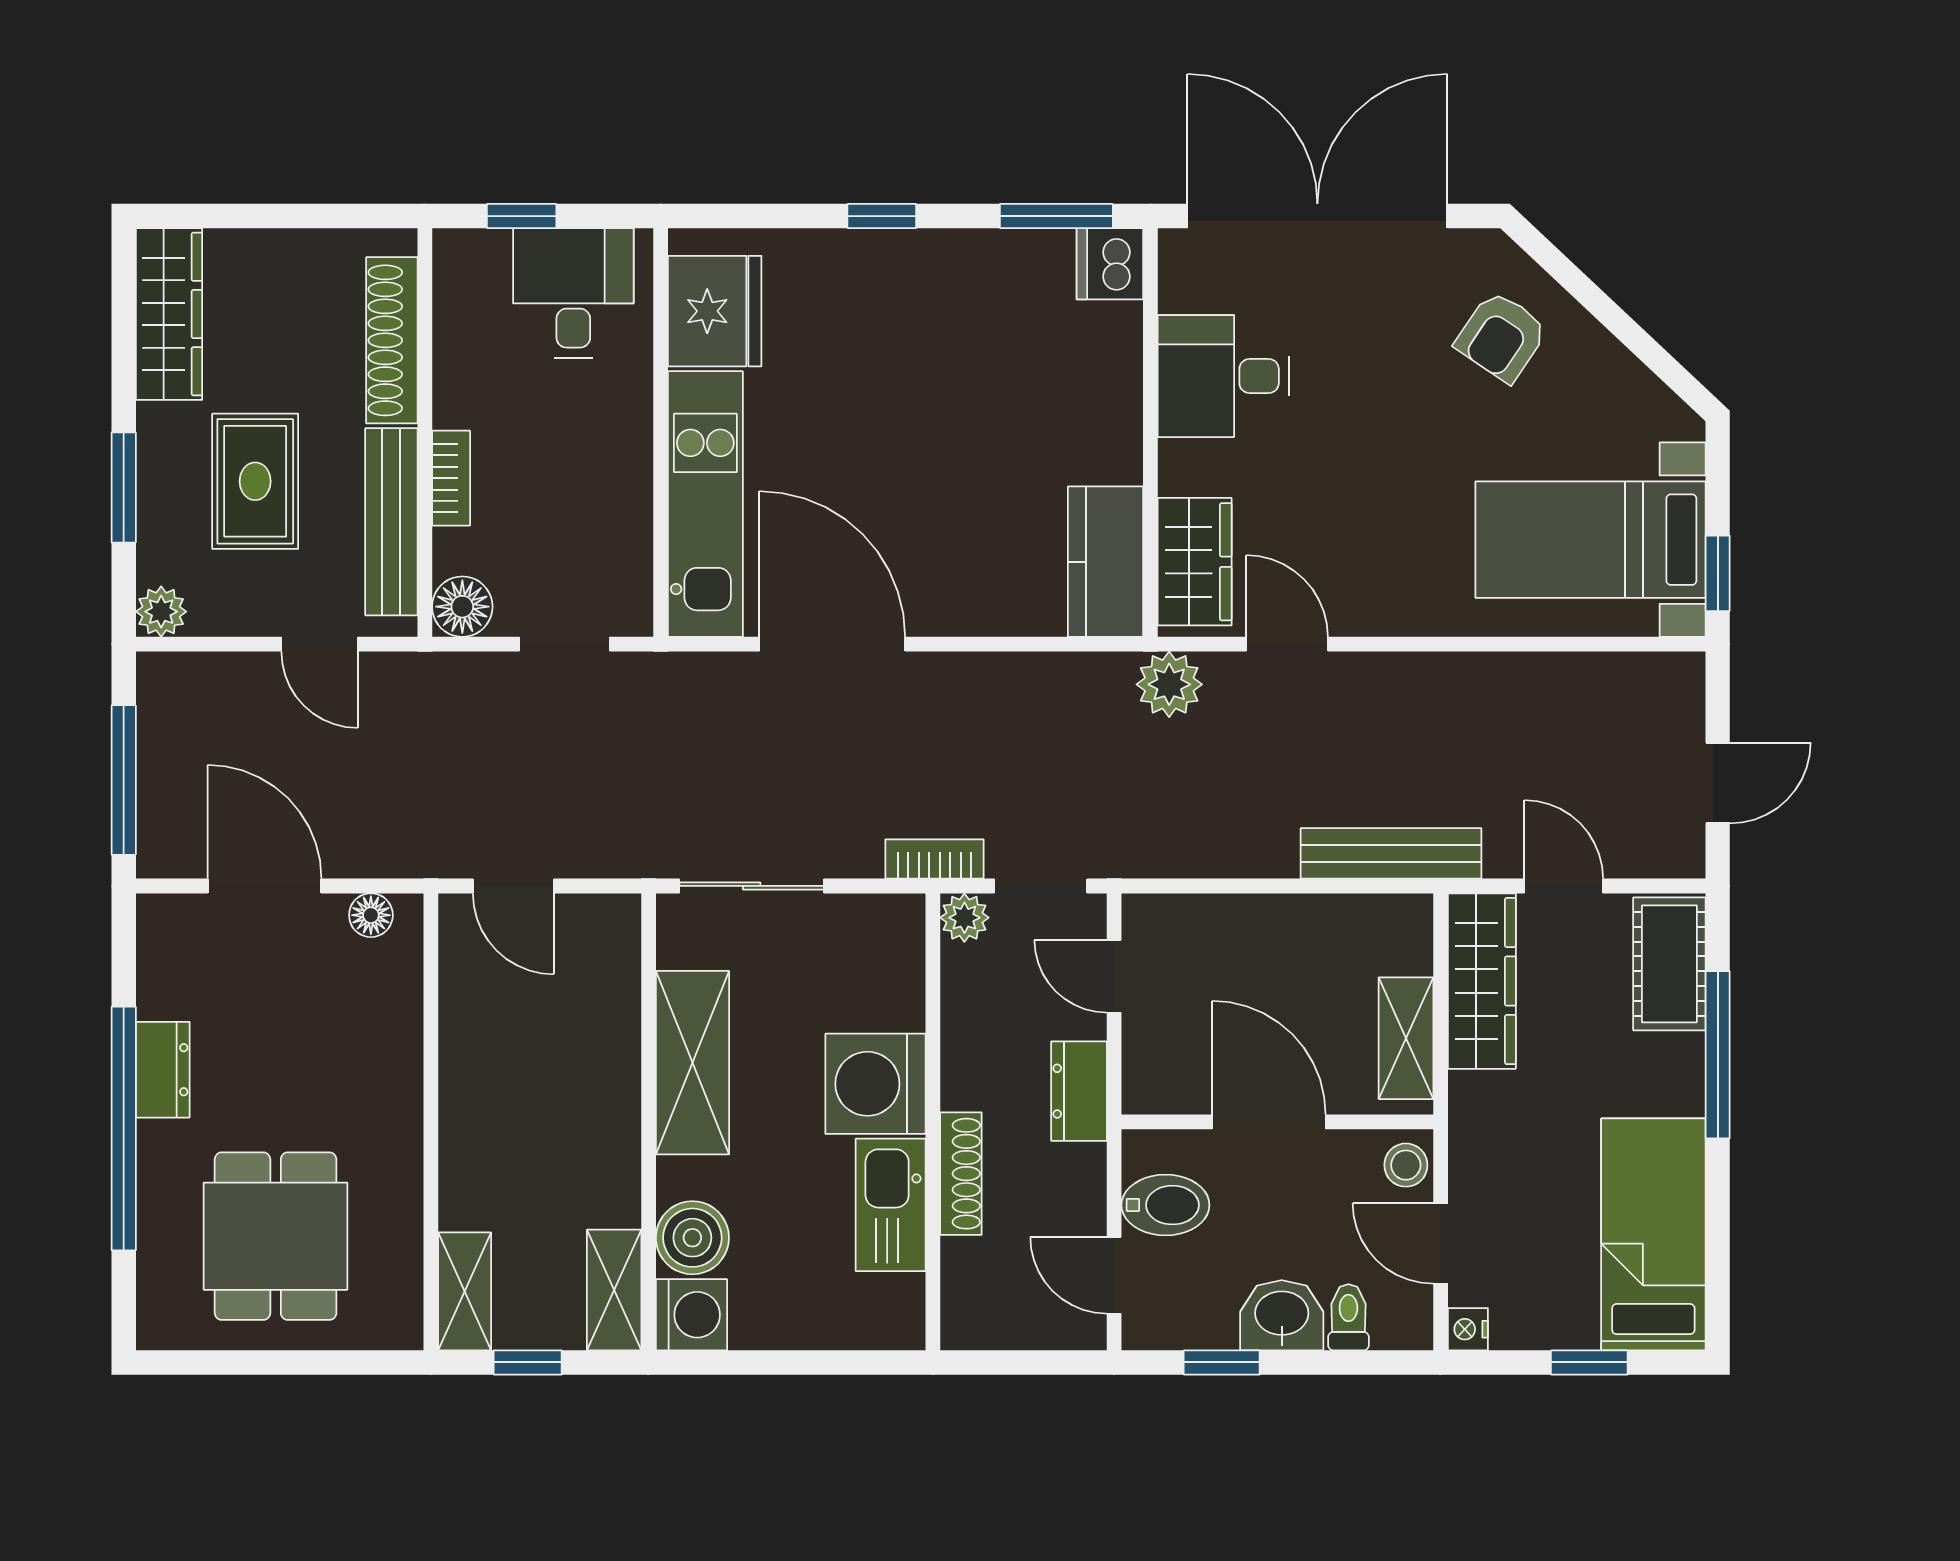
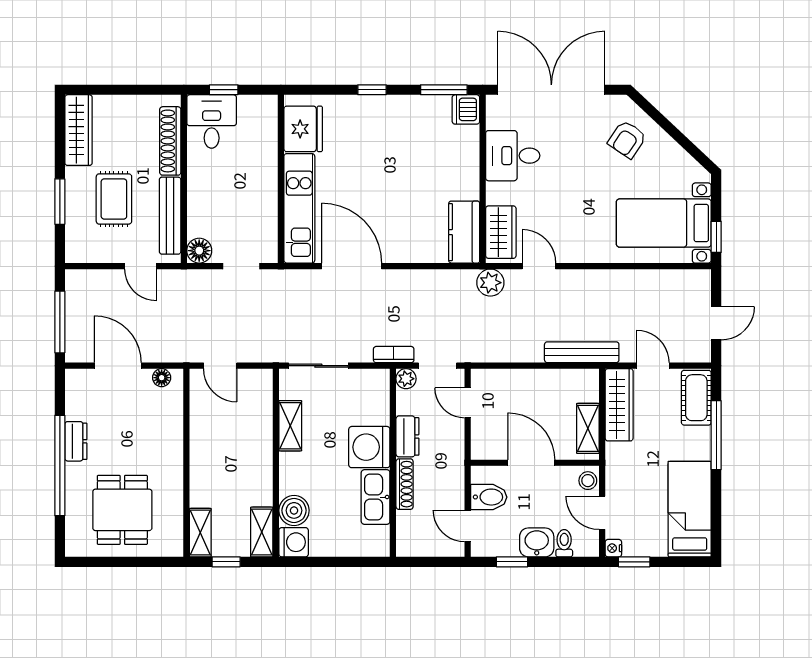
desk: (573, 293) -> (212, 121), moved
bookcase: (451, 478) -> (195, 198), removed
plant: (161, 612) -> (75, 253), removed
shelving: (692, 1063) -> (290, 426), width x0.67, depth x0.75
dresser: (1079, 1091) -> (407, 436), moved, turned 180
window: (1589, 1362) -> (634, 562), moved

